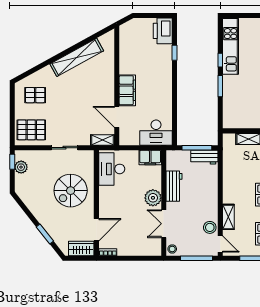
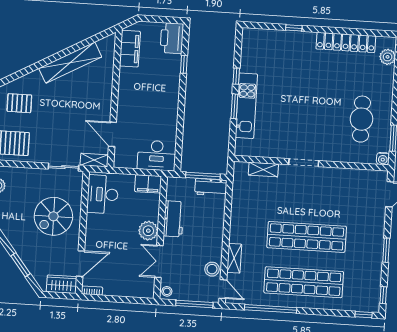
kitchen unit: (231, 46) -> (246, 106), moved
filing cabinet: (127, 90) -> (130, 49), moved
sliding door: (65, 148) -> (63, 167), moved

